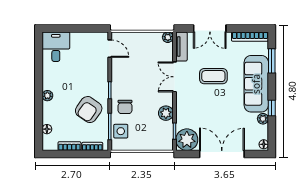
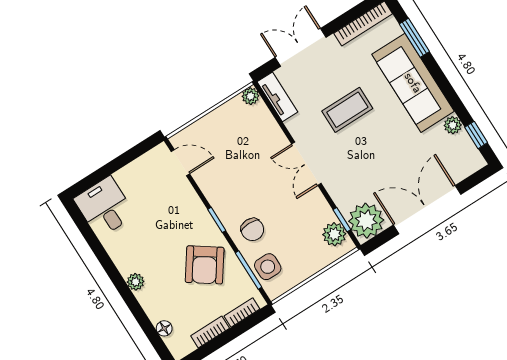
double door: (210, 28) -> (301, 47), swing flipped
double door: (175, 77) -> (306, 164), moved
window: (272, 108) -> (476, 135), moved
plant: (166, 113) -> (334, 234), moved
floor lamp: (264, 144) -> (476, 160), removed

